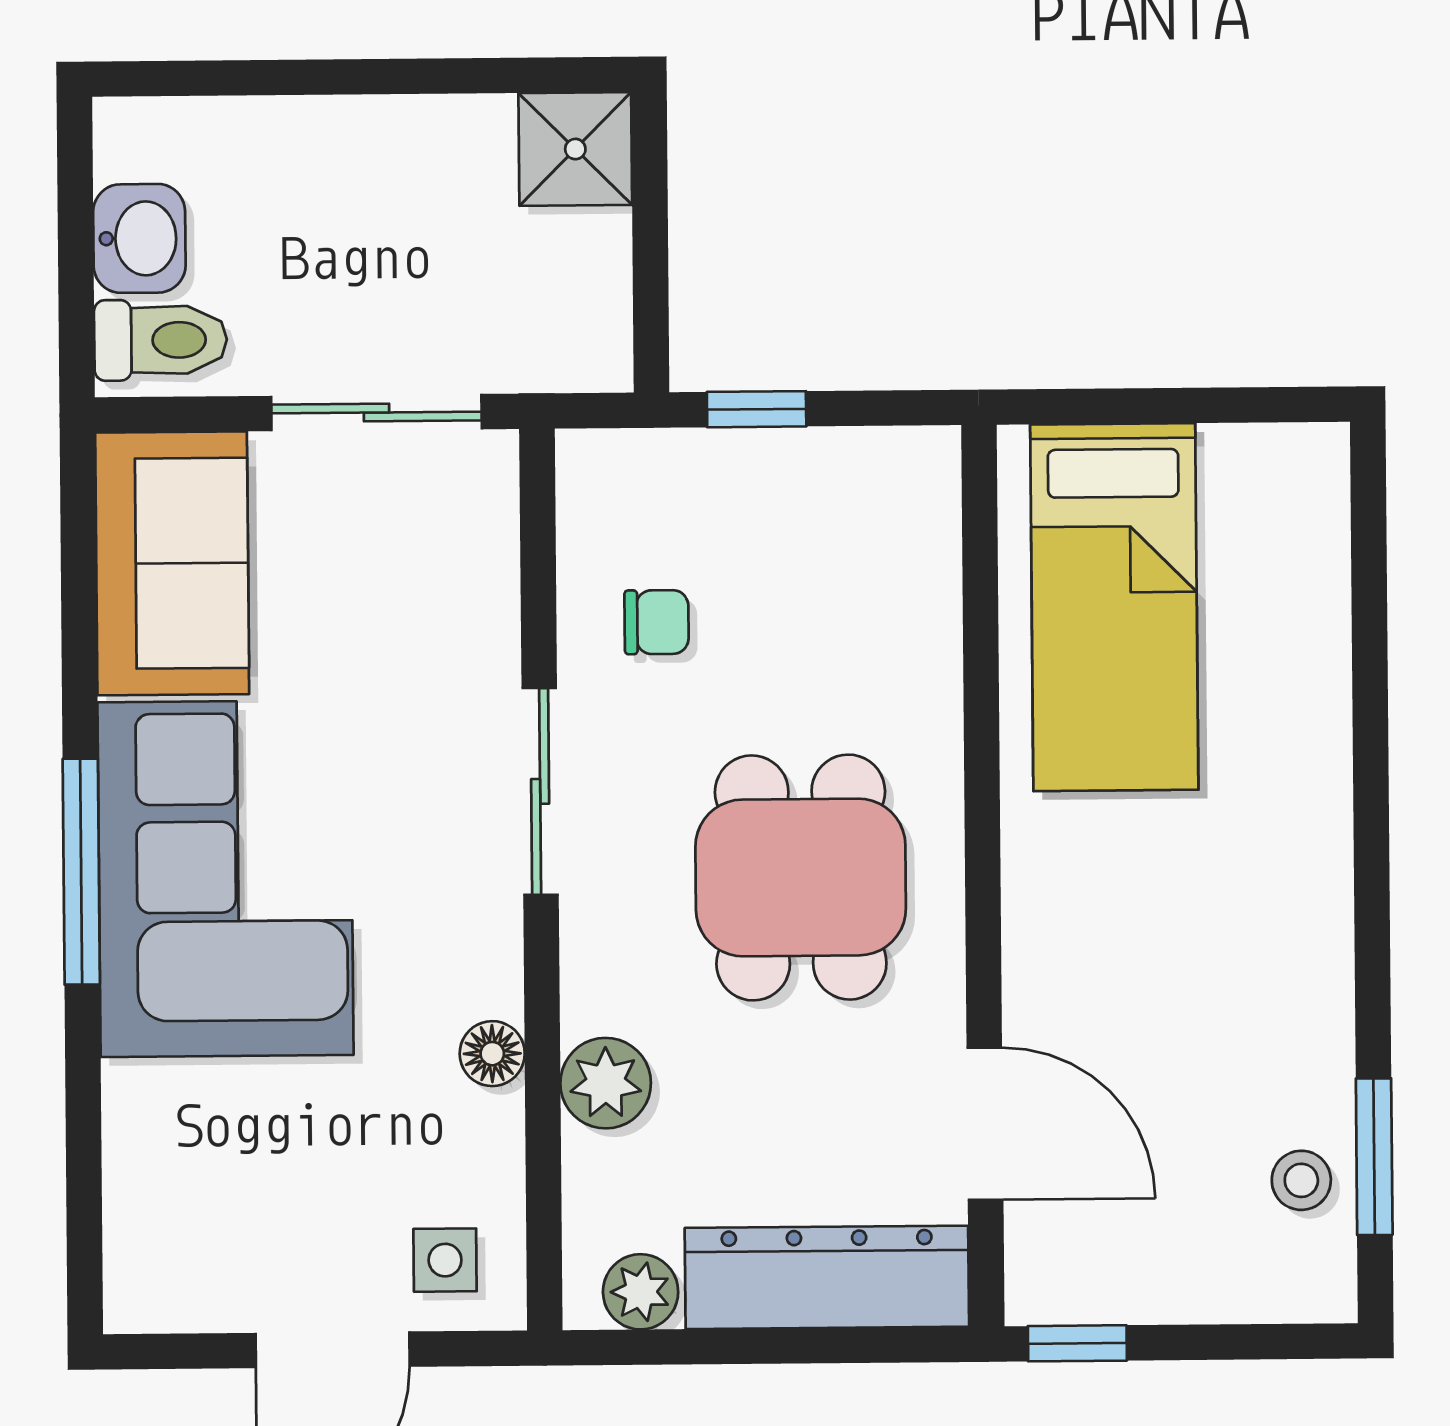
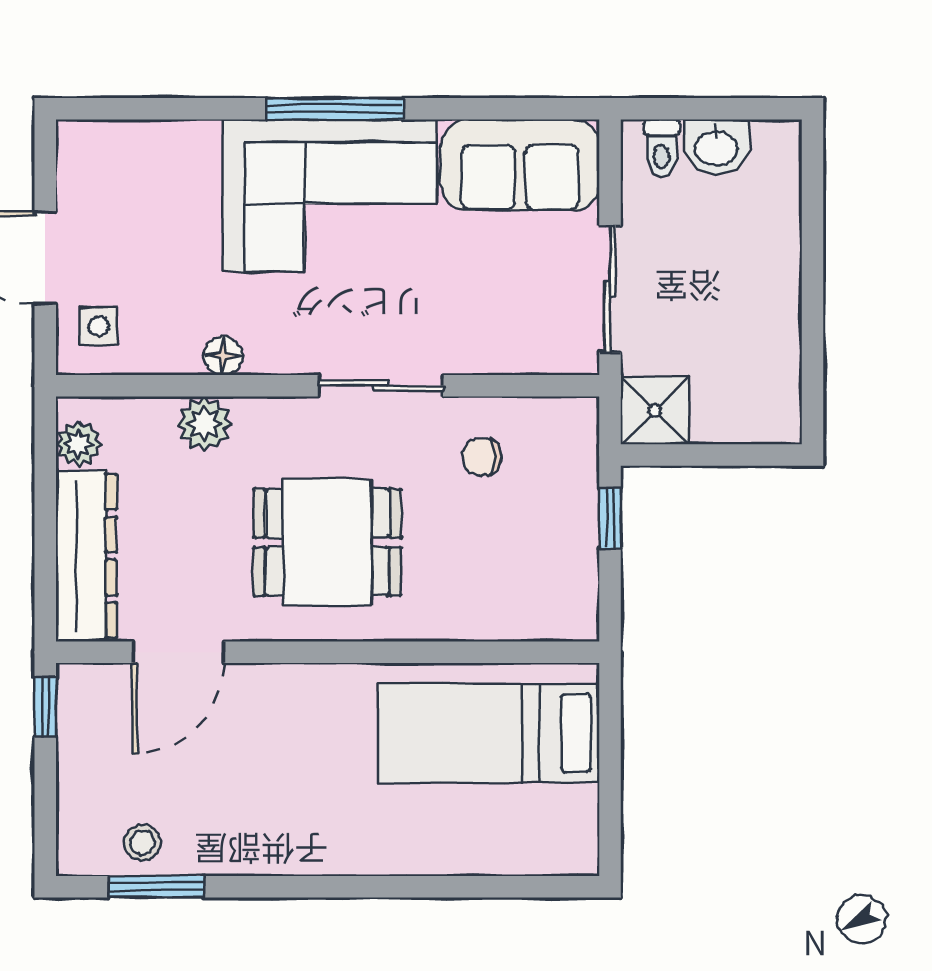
shower: (575, 149) -> (655, 410), moved
toilet: (161, 340) -> (661, 148), width x0.73, depth x0.72
chair: (657, 622) -> (482, 457), turned 90

